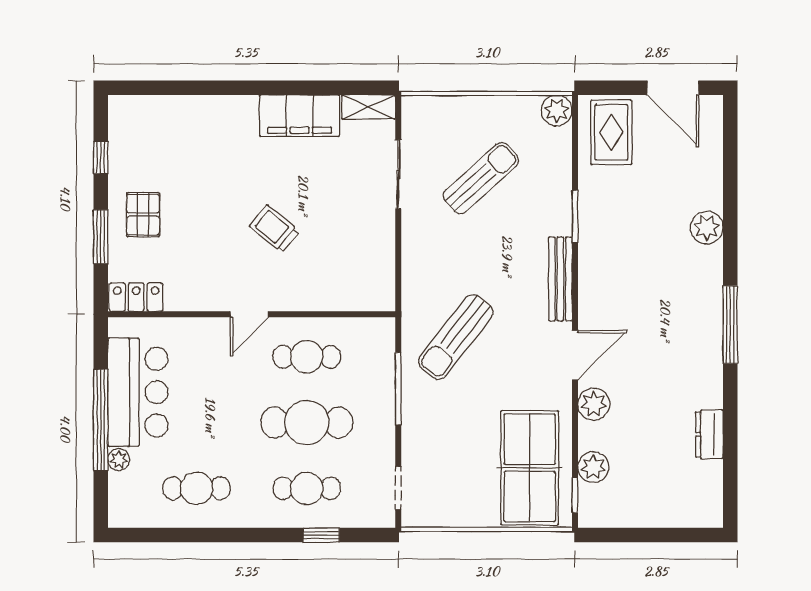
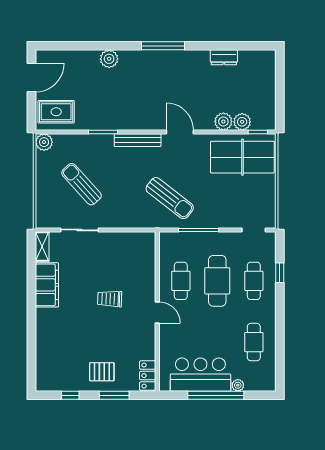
trolley: (274, 229) -> (110, 299), turned 52
plant: (594, 404) -> (223, 121), moved

